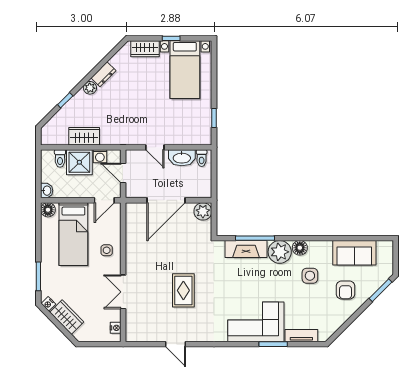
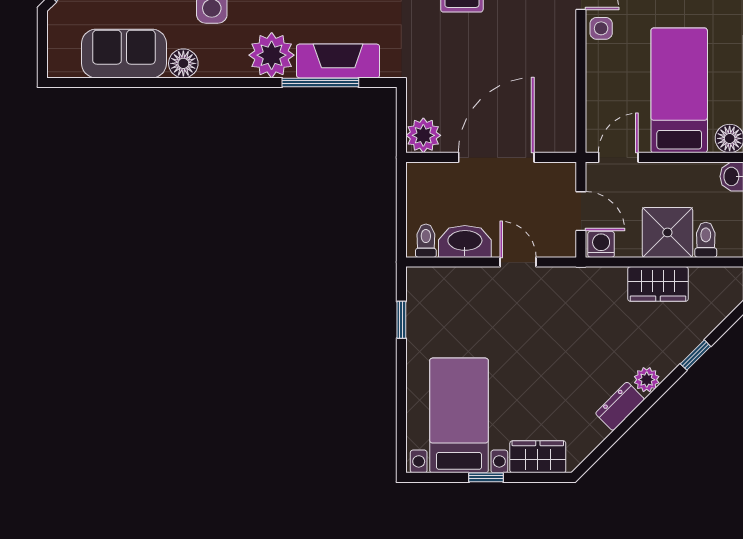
washing machine: (100, 156) -> (601, 244), moved
floor lamp: (300, 248) -> (183, 63), moved
side table: (107, 250) -> (601, 28), moved

